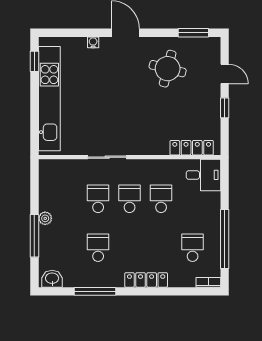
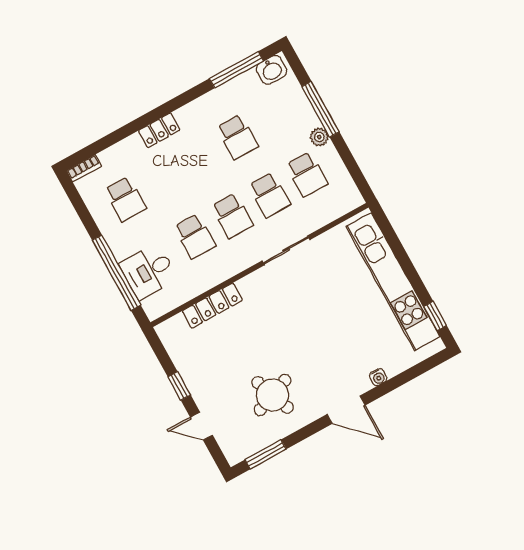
round table: (168, 69) -> (273, 395), turned -35
locker: (192, 148) -> (212, 306), moved
desk: (203, 175) -> (148, 271), moved
school desk: (67, 199) -> (307, 174), added
window: (225, 239) -> (116, 273), moved
locker: (146, 280) -> (159, 130), width x0.66
window: (95, 291) -> (236, 70), moved

